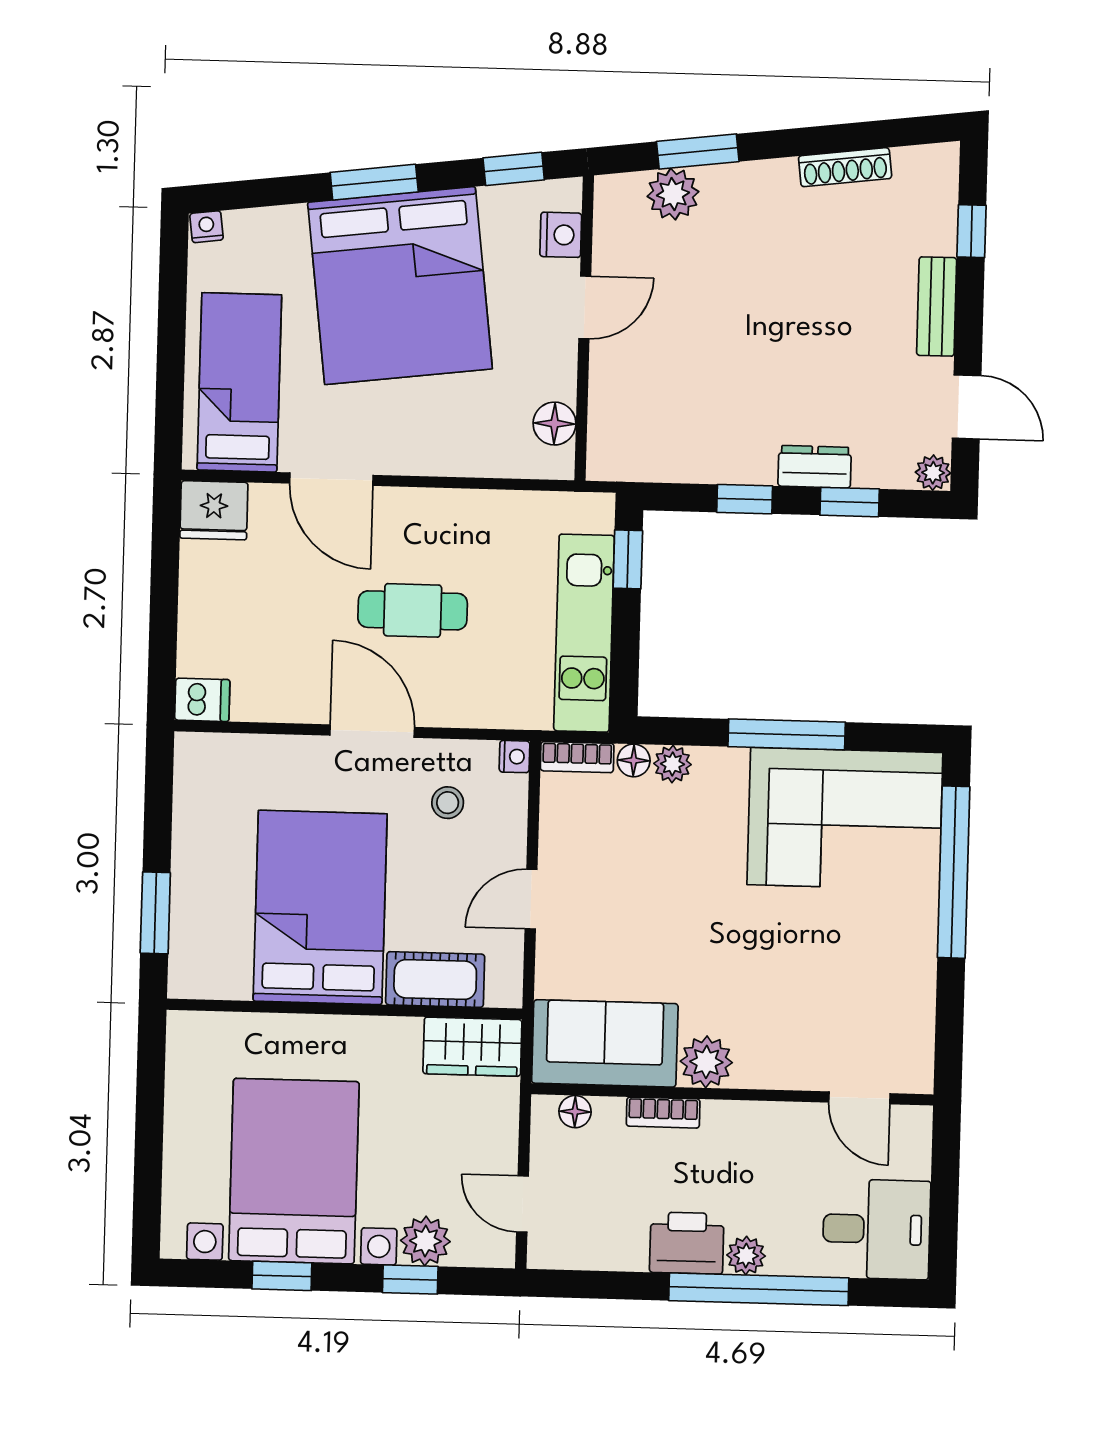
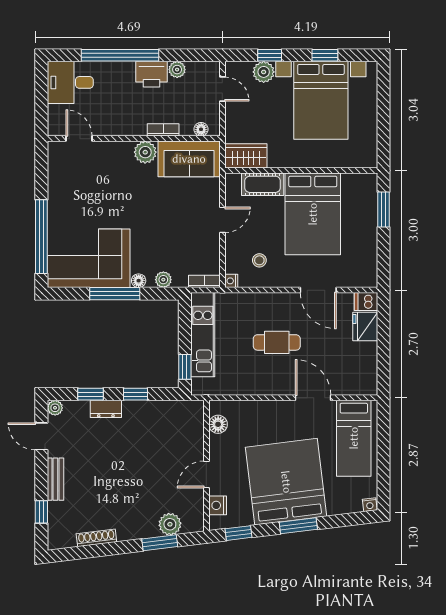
fridge: (214, 510) -> (365, 326), moved, turned -90
door: (372, 731) -> (318, 290), moved
floor lamp: (634, 760) -> (139, 281), moved
plant: (746, 1256) -> (177, 70), moved

